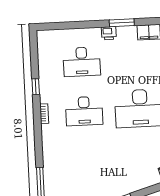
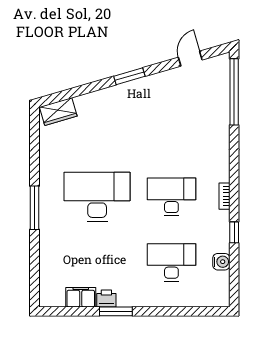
printer: (109, 33) -> (106, 299), moved
water cooler: (44, 64) -> (221, 262), added

